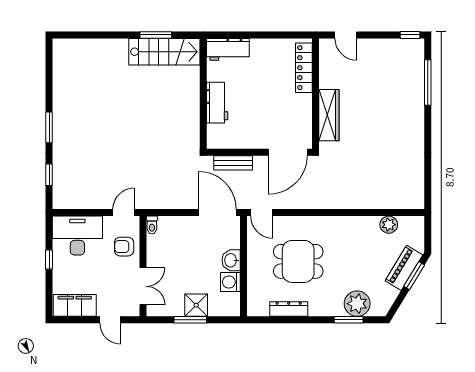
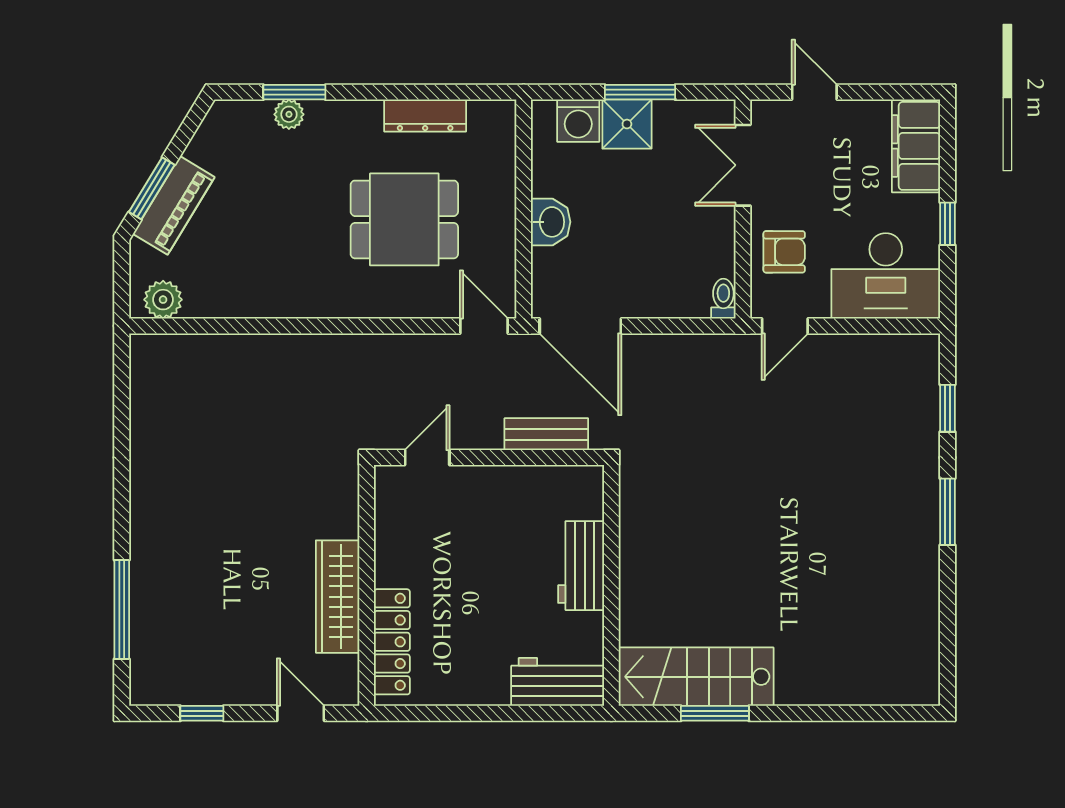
window: (410, 35) -> (202, 713), moved
wardrobe: (329, 115) -> (338, 597), moved
door: (288, 152) -> (427, 457), width x0.53
plant: (389, 225) -> (163, 300), moved
washing machine: (230, 282) -> (578, 121), moved, turned 90
plant: (357, 304) -> (289, 114), width x0.53, depth x0.53
filing cabinet: (75, 305) -> (916, 146), moved, turned 90

